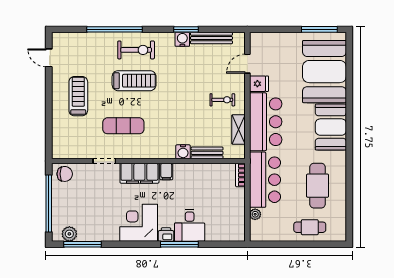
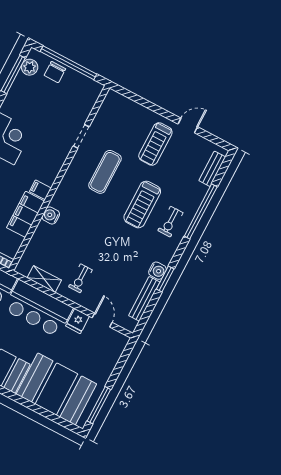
exercise bike: (136, 50) -> (170, 222), width x0.73, depth x0.72
door: (49, 58) -> (188, 125), moved
treadmill: (78, 96) -> (155, 144), turned 90
bench: (207, 153) -> (212, 169), moved
filing cabinet: (139, 173) -> (26, 214), moved
chair: (65, 174) -> (55, 72), moved

